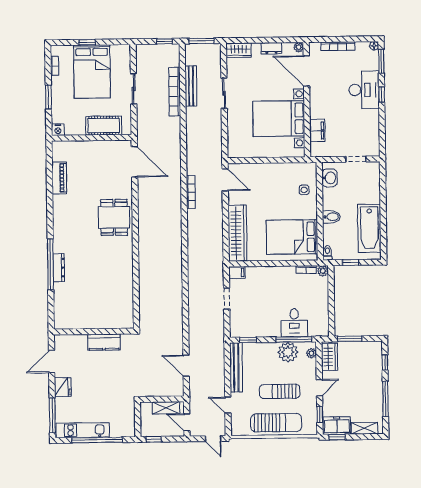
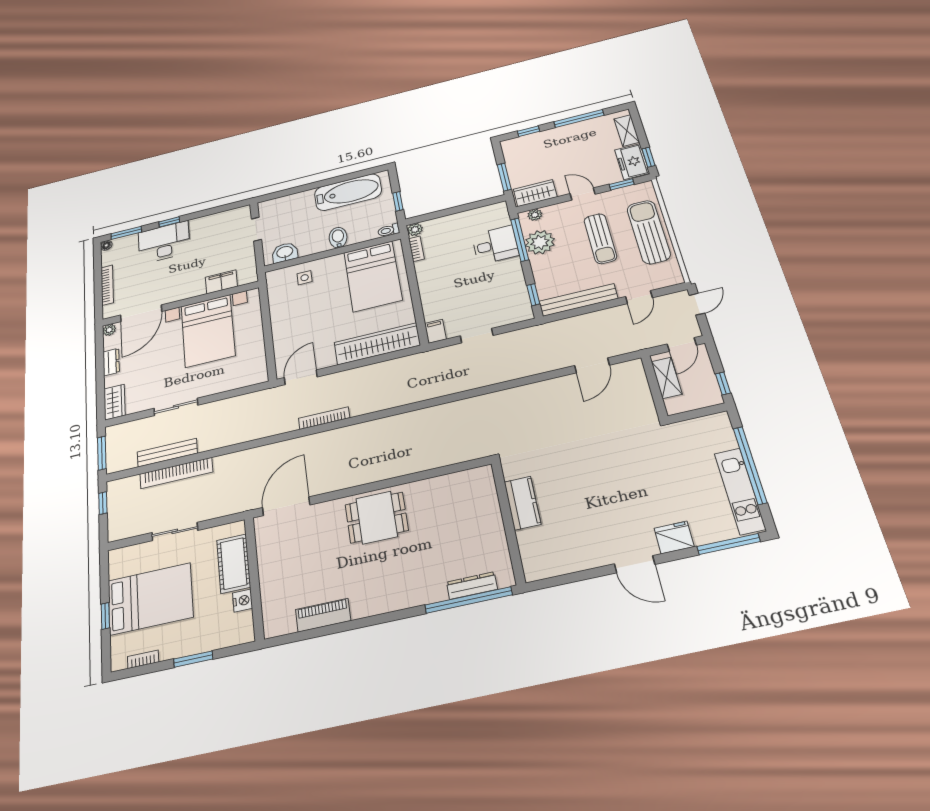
nightstand: (58, 130) -> (243, 601), moved
wall: (94, 332) -> (508, 522), moved
kitchen counter: (104, 342) -> (522, 503), moved

